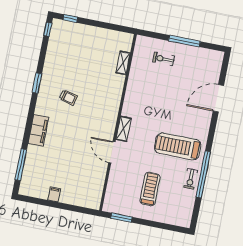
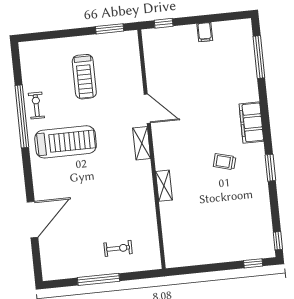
shelving: (123, 63) -> (164, 186), moved
filing cabinet: (38, 130) -> (251, 123), moved
window: (81, 210) -> (164, 23), added

